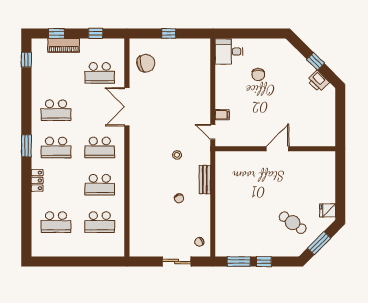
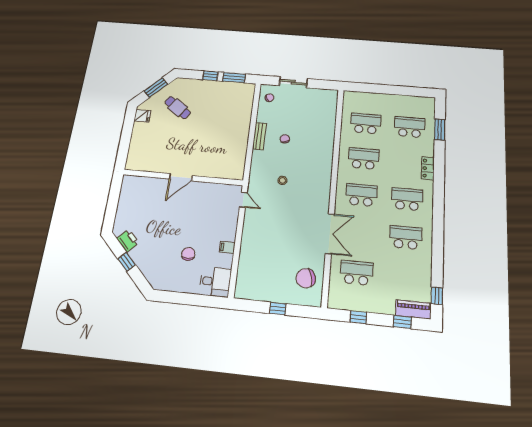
piano: (64, 45) -> (413, 309), moved
filing cabinet: (222, 115) -> (227, 247), moved
window: (26, 146) -> (440, 130), moved
bench: (205, 179) -> (259, 136), moved

